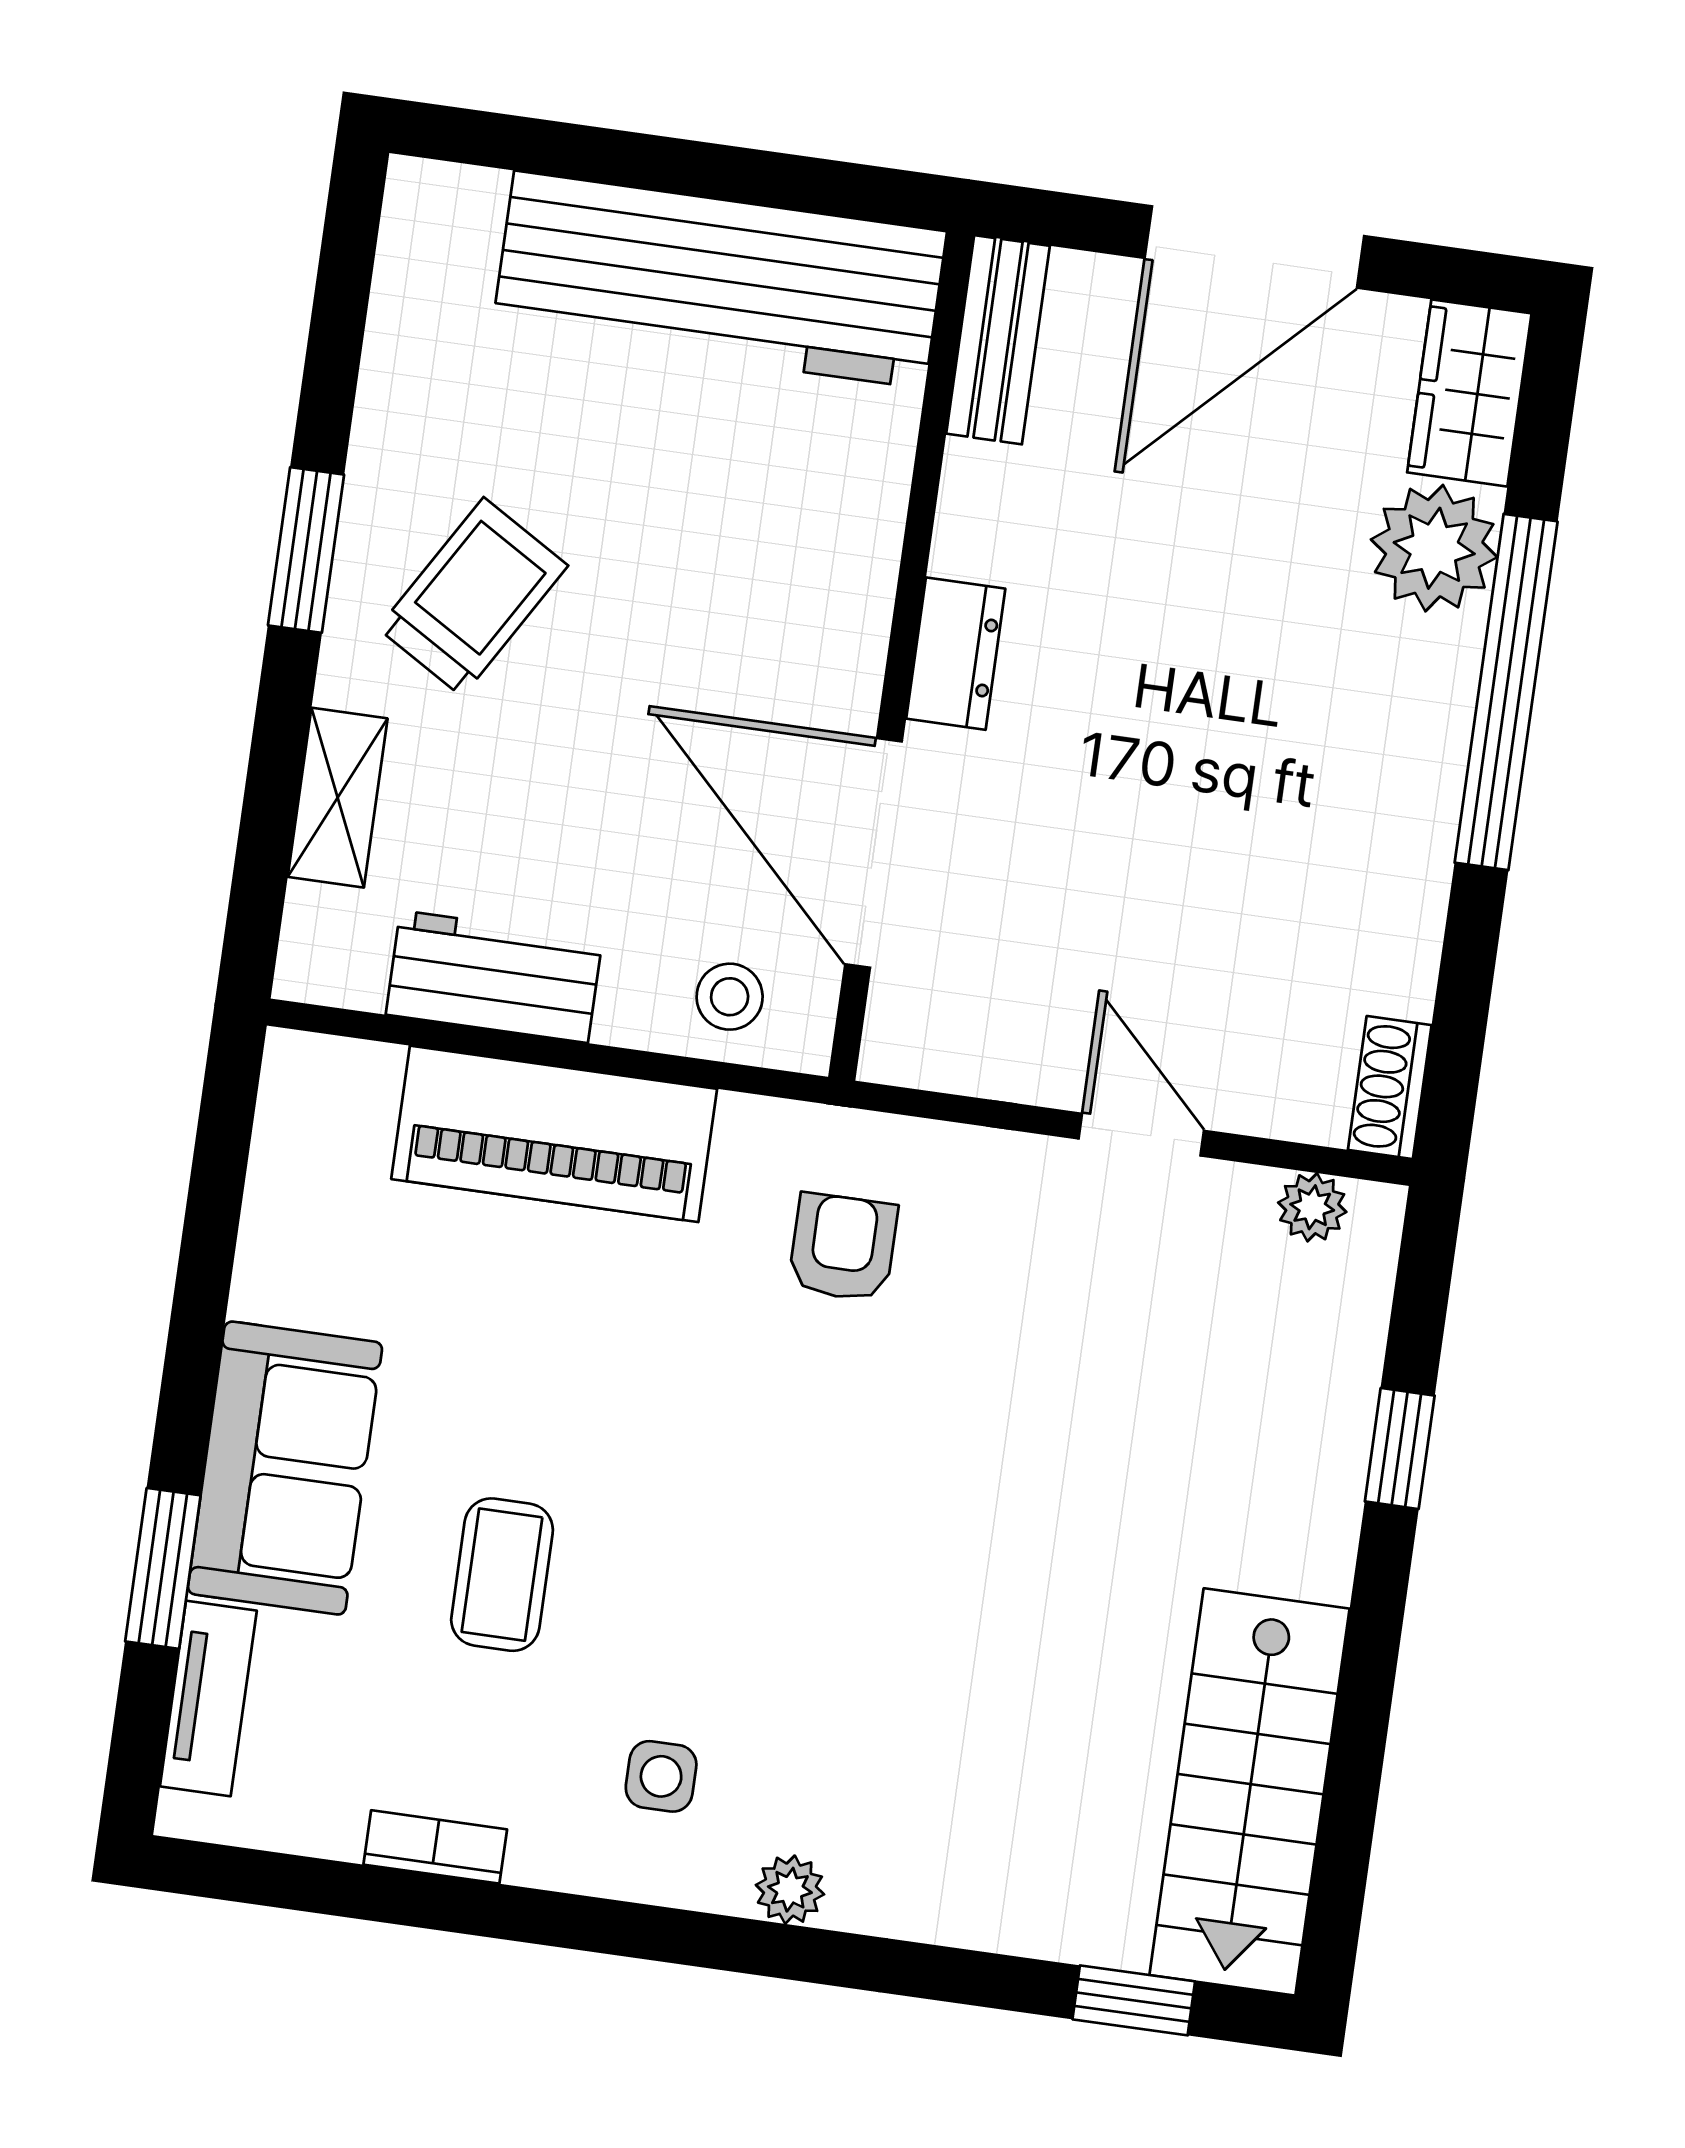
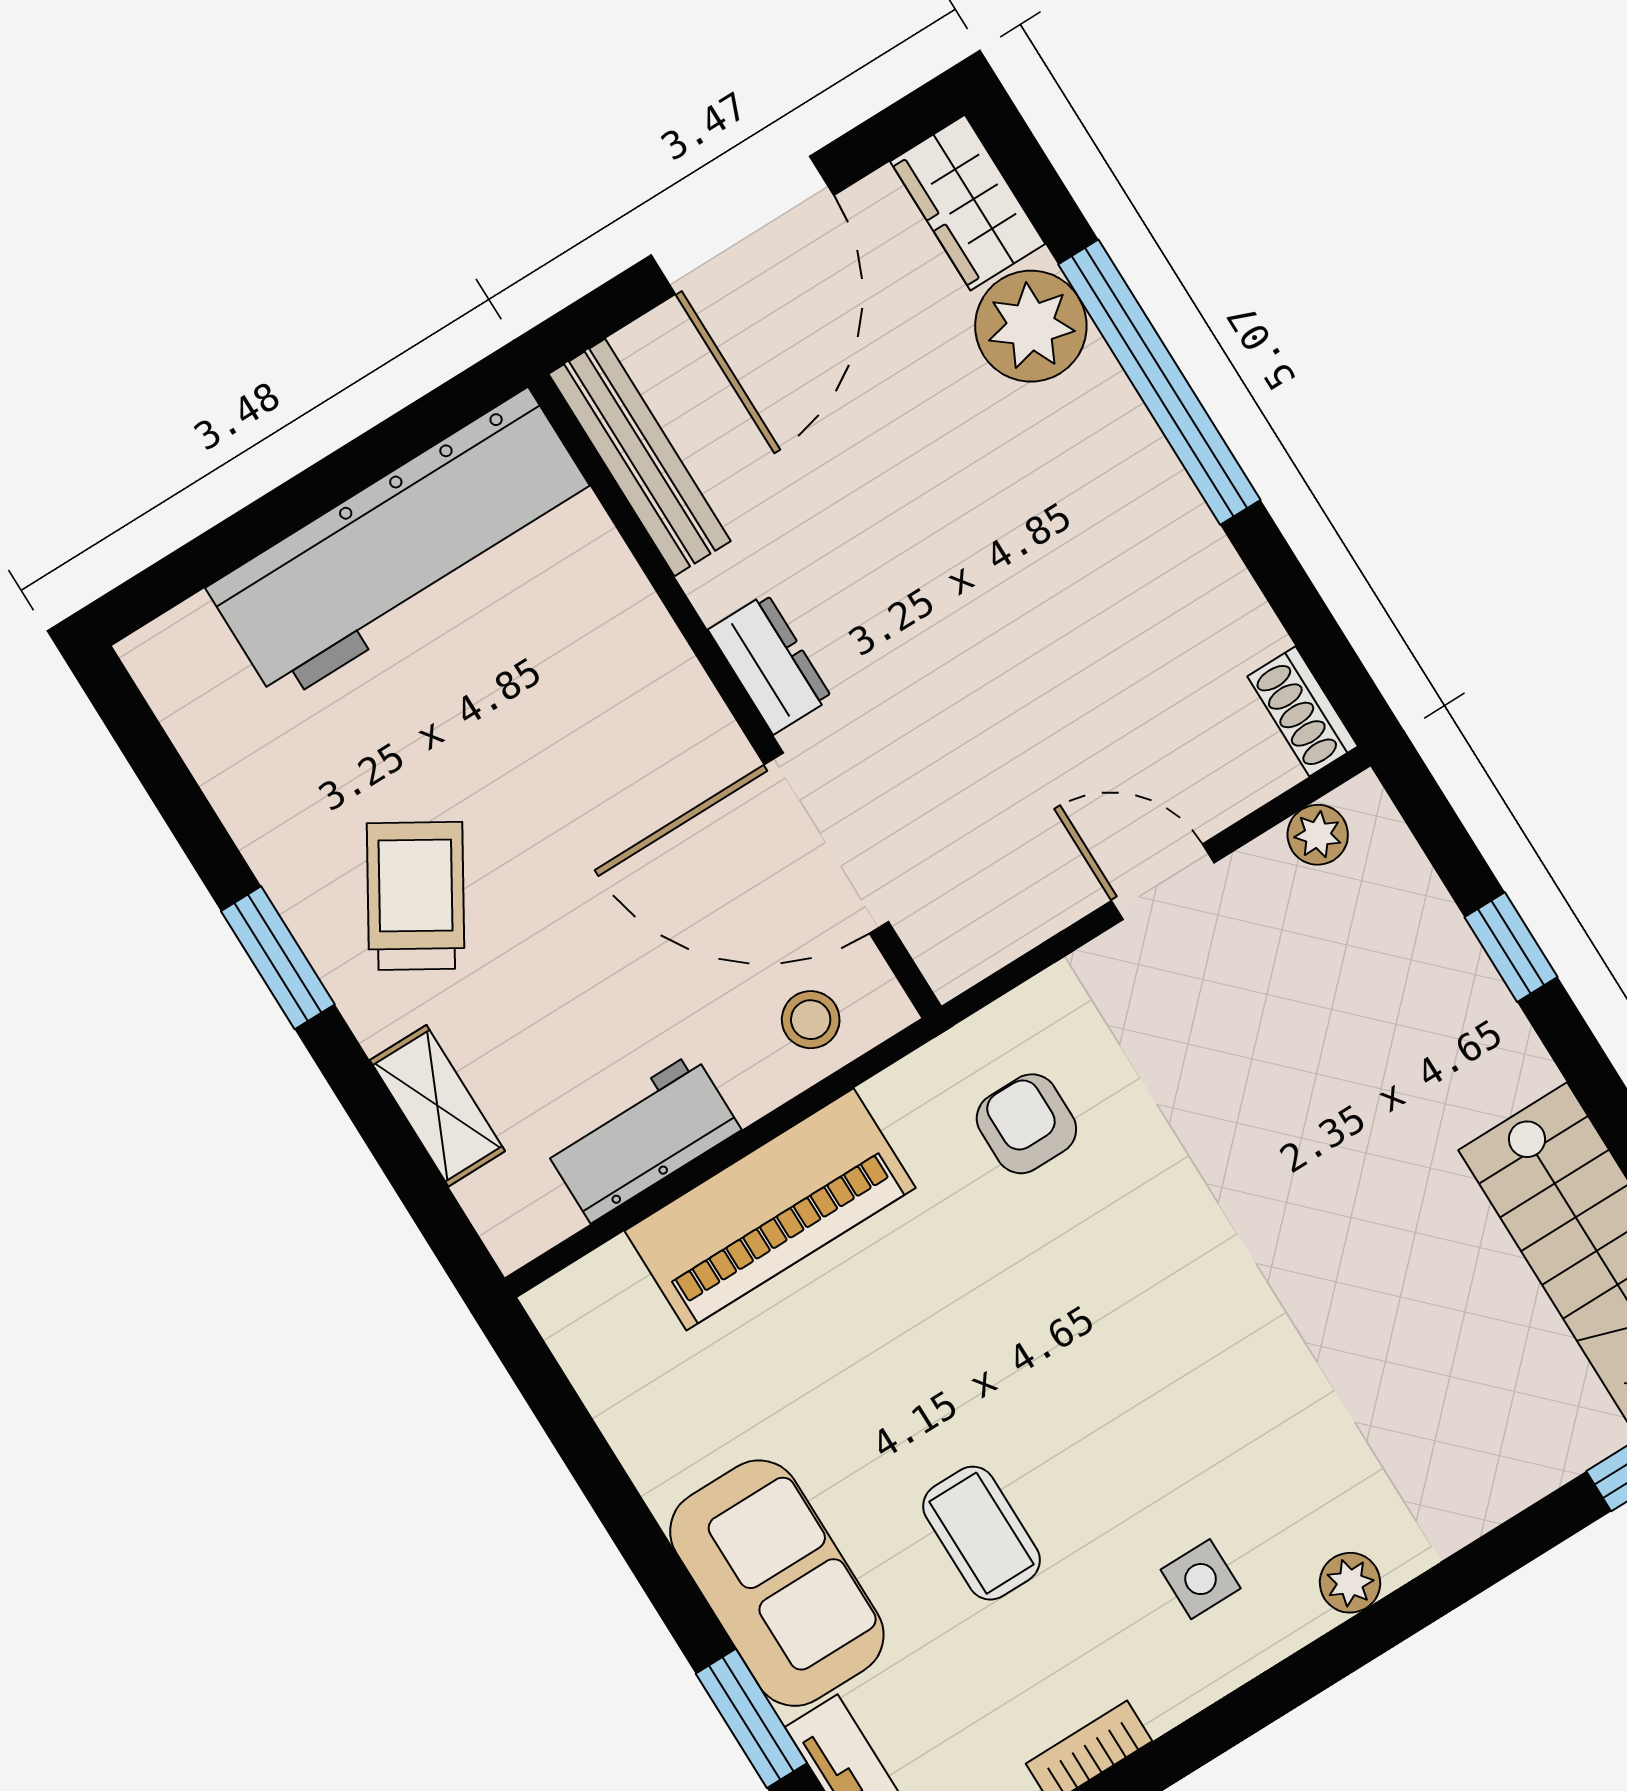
bench: (998, 340) -> (640, 458), width x1.36

